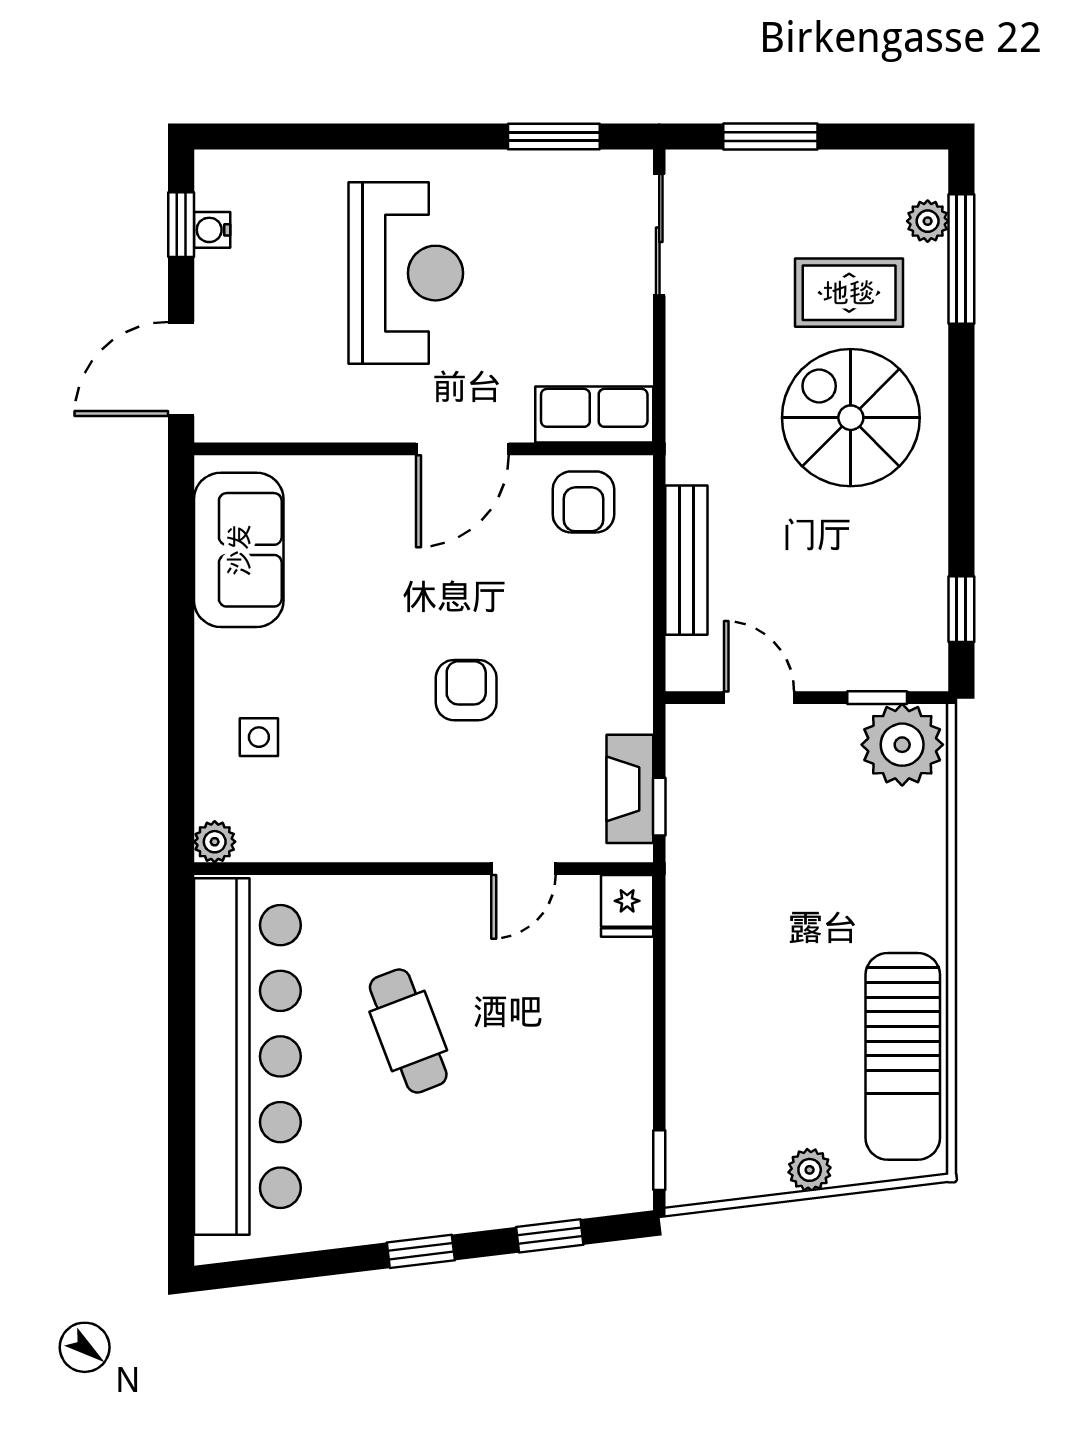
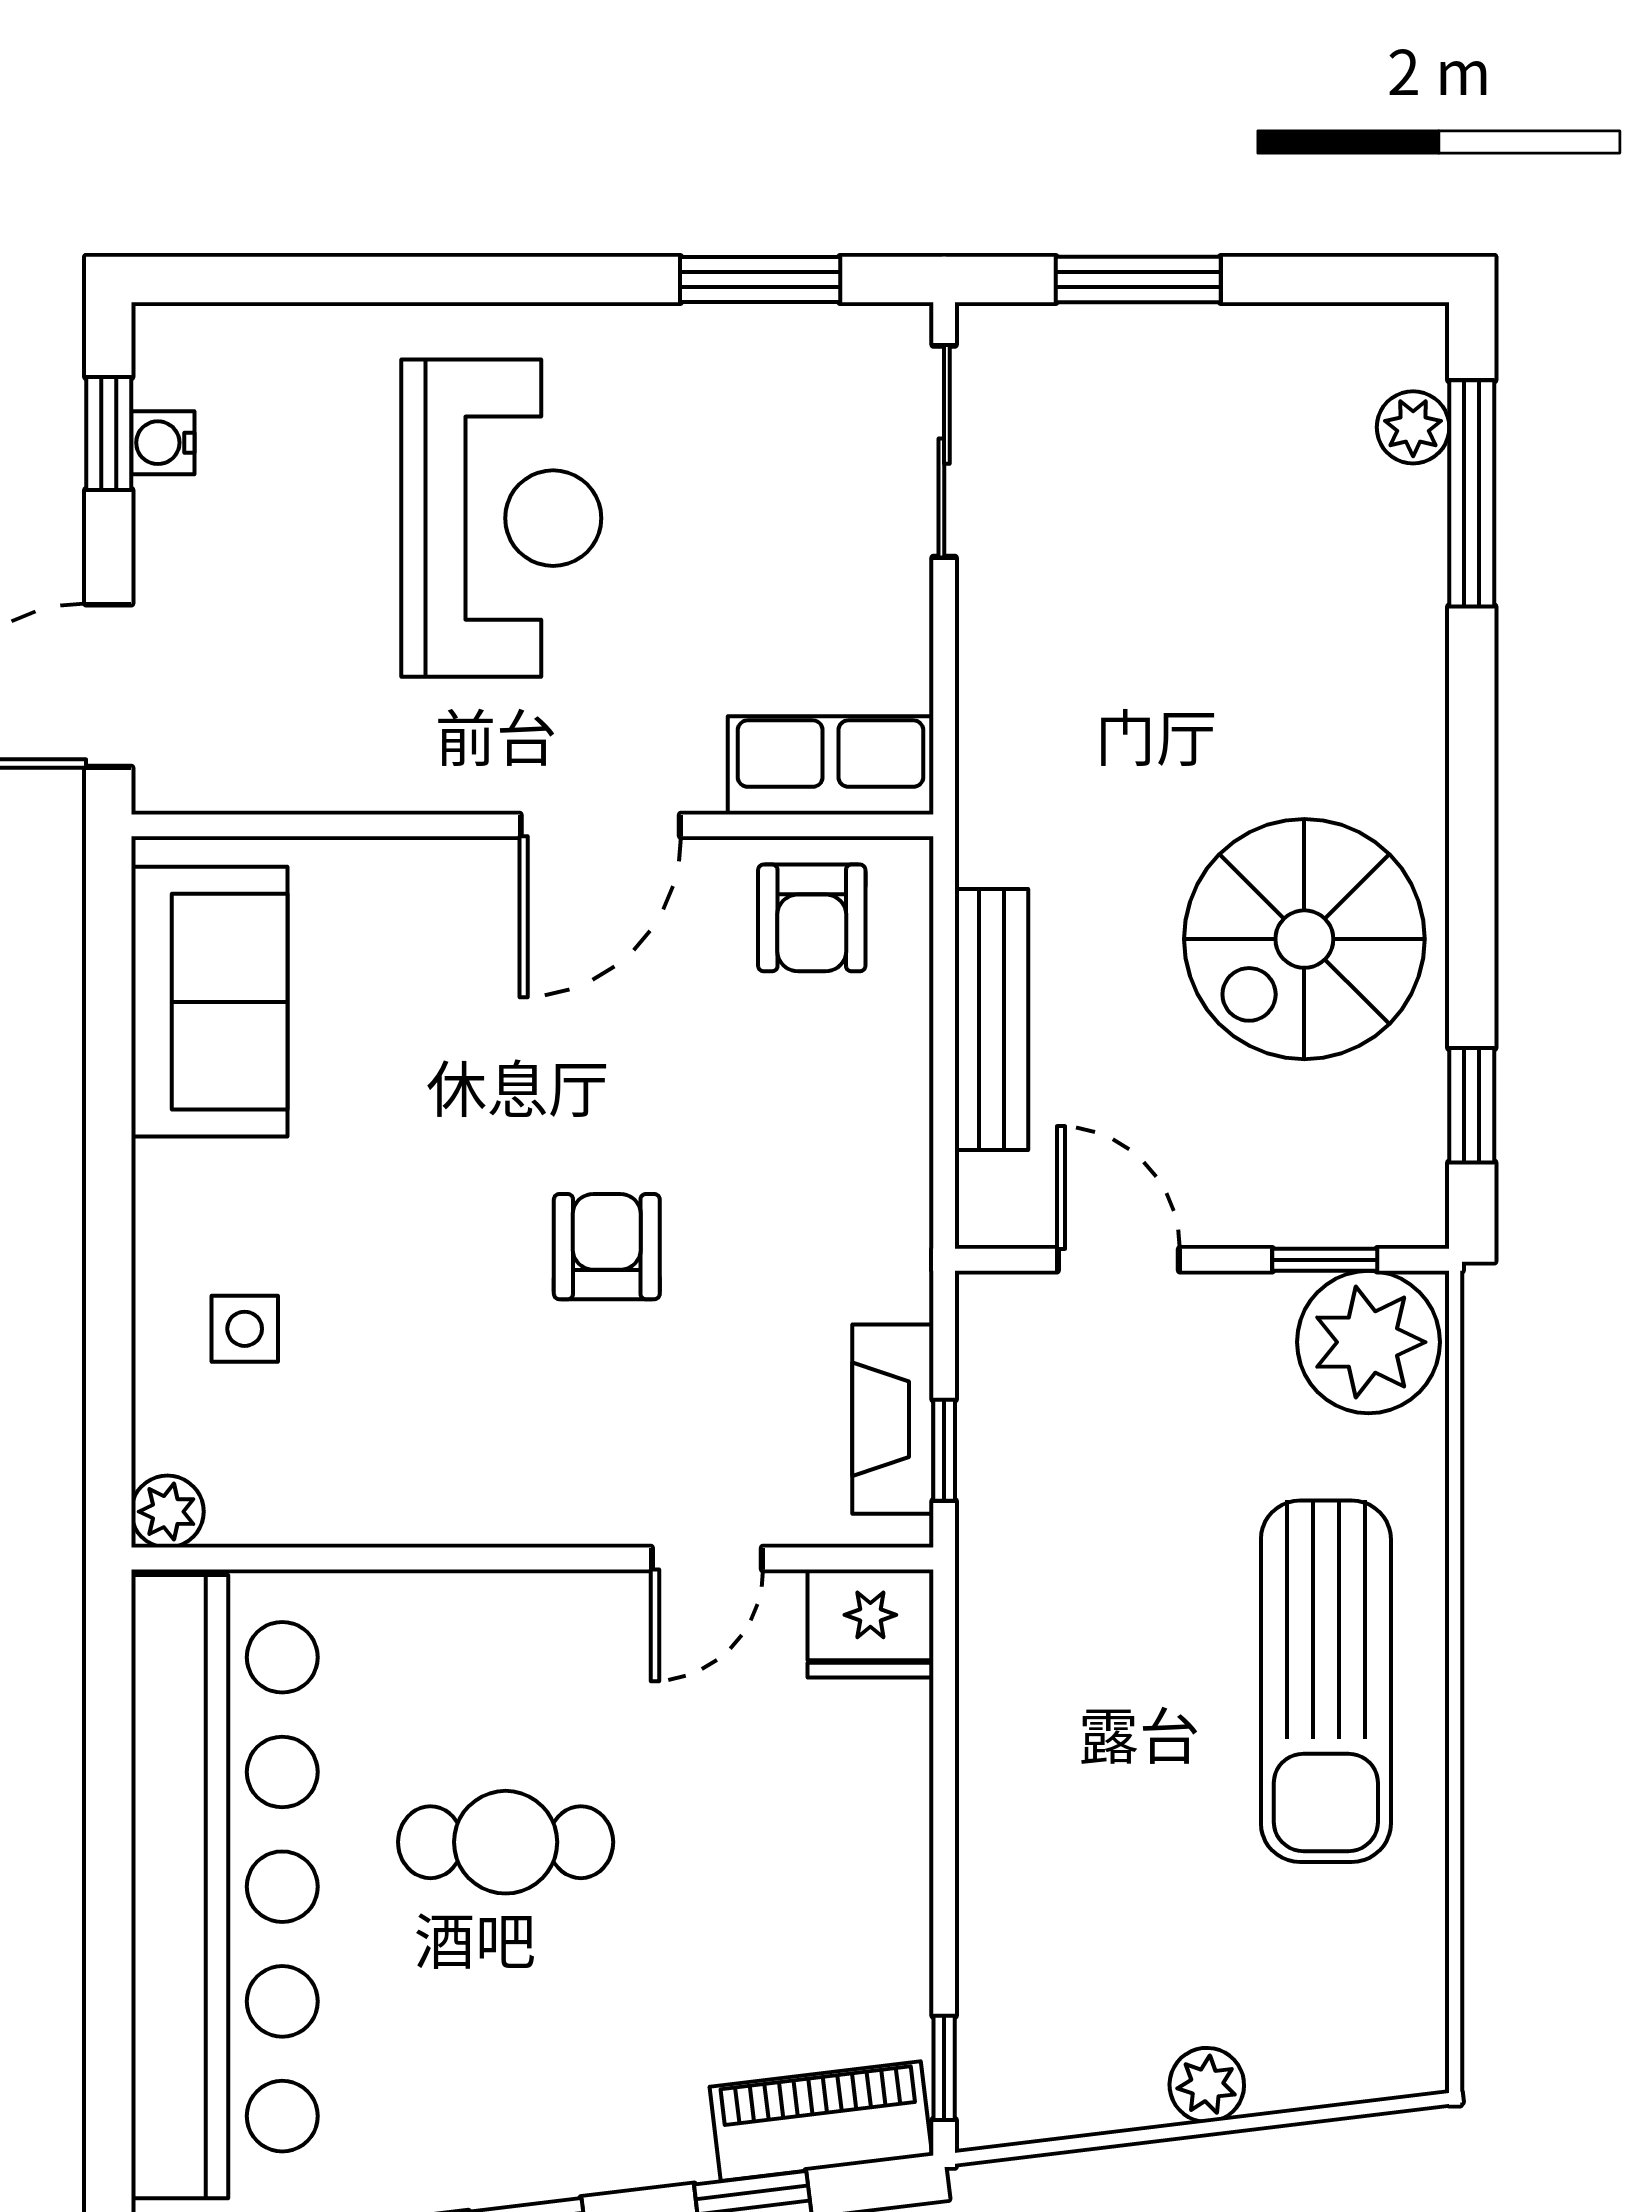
rug: (849, 293) -> (1276, 552), removed
spiral stairs: (851, 418) -> (1304, 939), moved, turned -90
fridge: (627, 906) -> (870, 1624), width x1.38
cafe table: (408, 1031) -> (506, 1842), turned -69
sun lounger: (903, 1056) -> (1326, 1681), moved
piano: (589, 1191) -> (821, 2121), added

